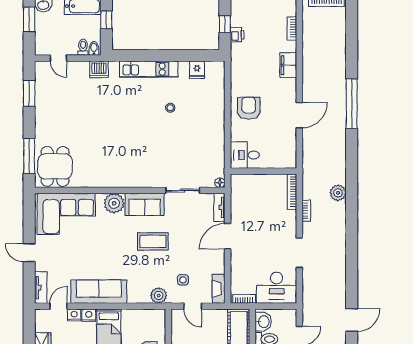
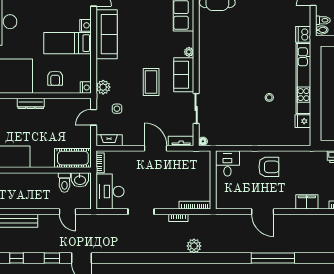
kitchen unit: (149, 69) -> (303, 78), width x1.36
plant: (114, 203) -> (189, 52), width x0.53, depth x0.53
nightstand: (74, 315) -> (86, 87), moved

